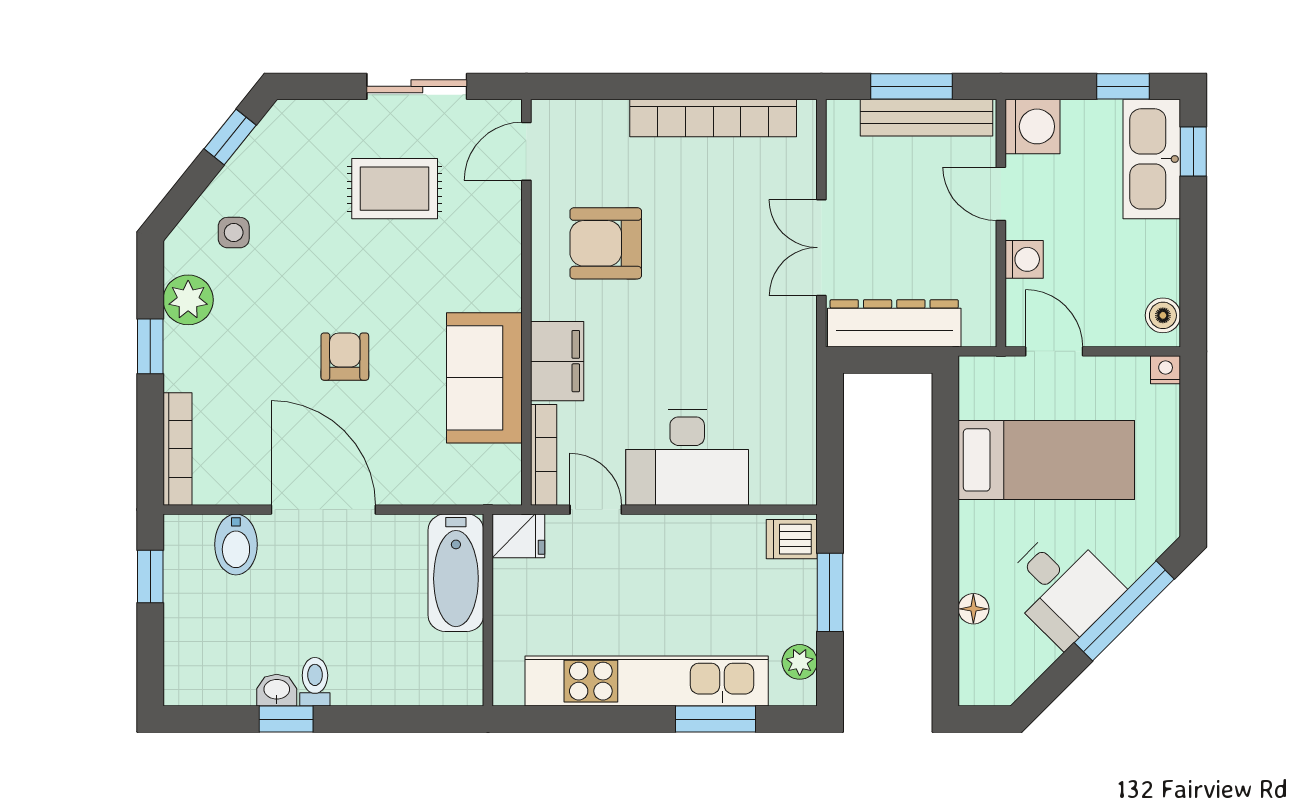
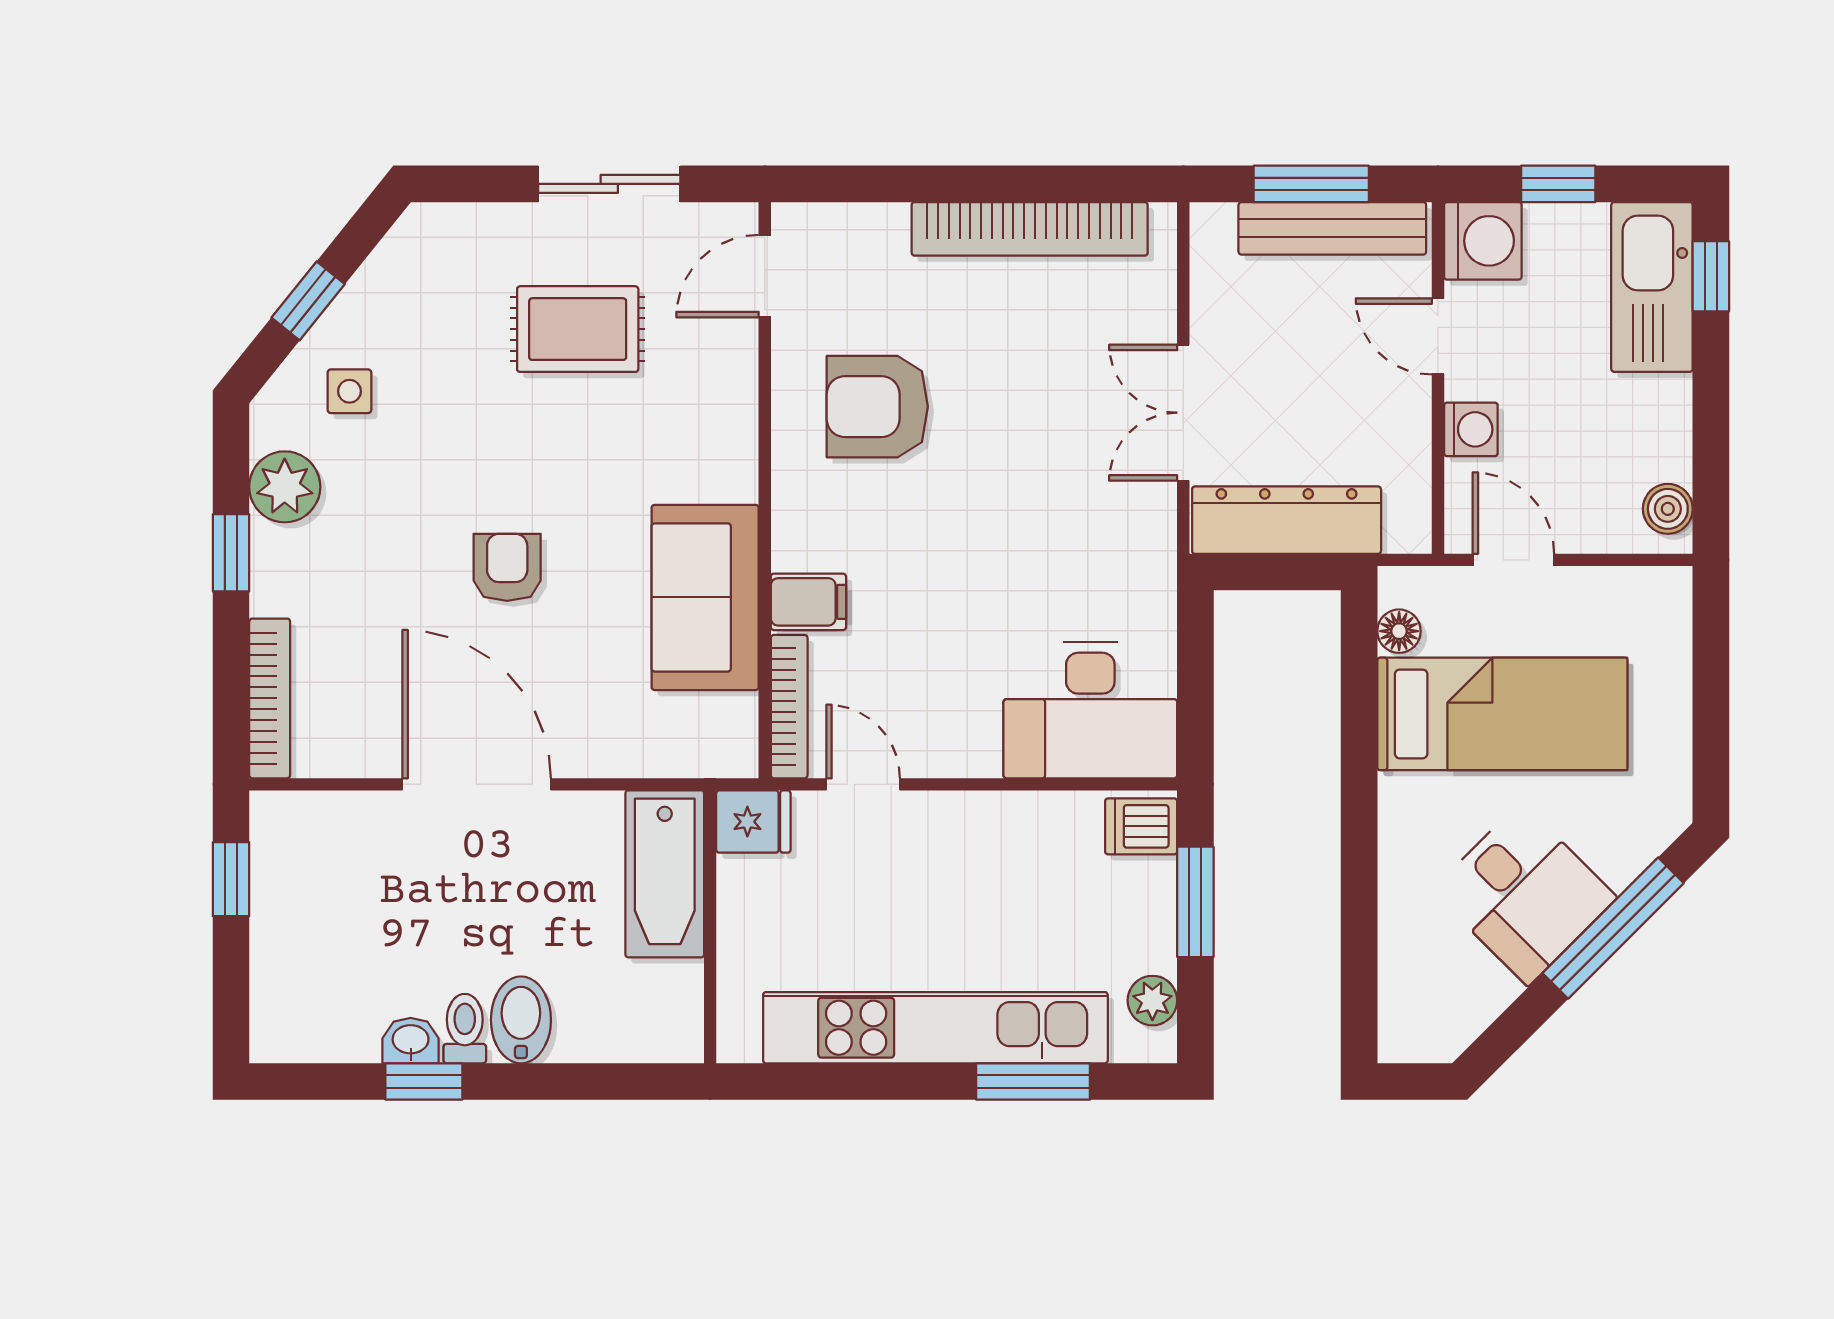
window: (1123, 86) -> (1558, 184), moved
window: (230, 137) -> (308, 301), moved
filing cabinet: (557, 361) -> (808, 602), width x0.50
nightstand: (1166, 370) -> (1672, 586), removed
desk: (687, 457) -> (1090, 710), moved
bidet: (236, 544) -> (521, 1020), moved, turned 180
floor lamp: (973, 609) -> (1399, 631), moved

